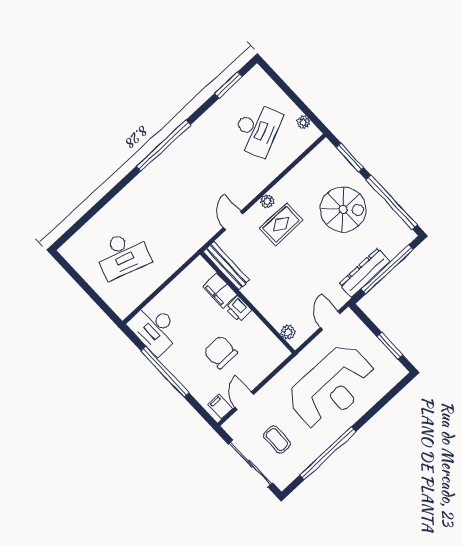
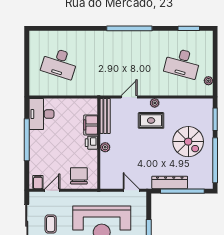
desk: (257, 129) -> (182, 63), turned 39
door: (330, 321) -> (131, 190), hinge flipped
plant: (288, 332) -> (105, 147), moved
chair: (221, 352) -> (79, 176), moved

